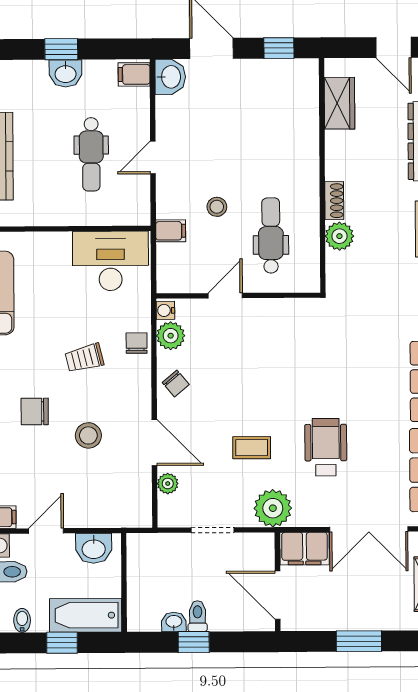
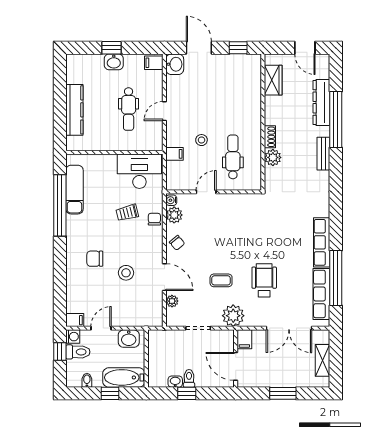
trolley: (84, 358) -> (127, 213), moved
filing cabinet: (304, 549) -> (244, 339), width x0.50

